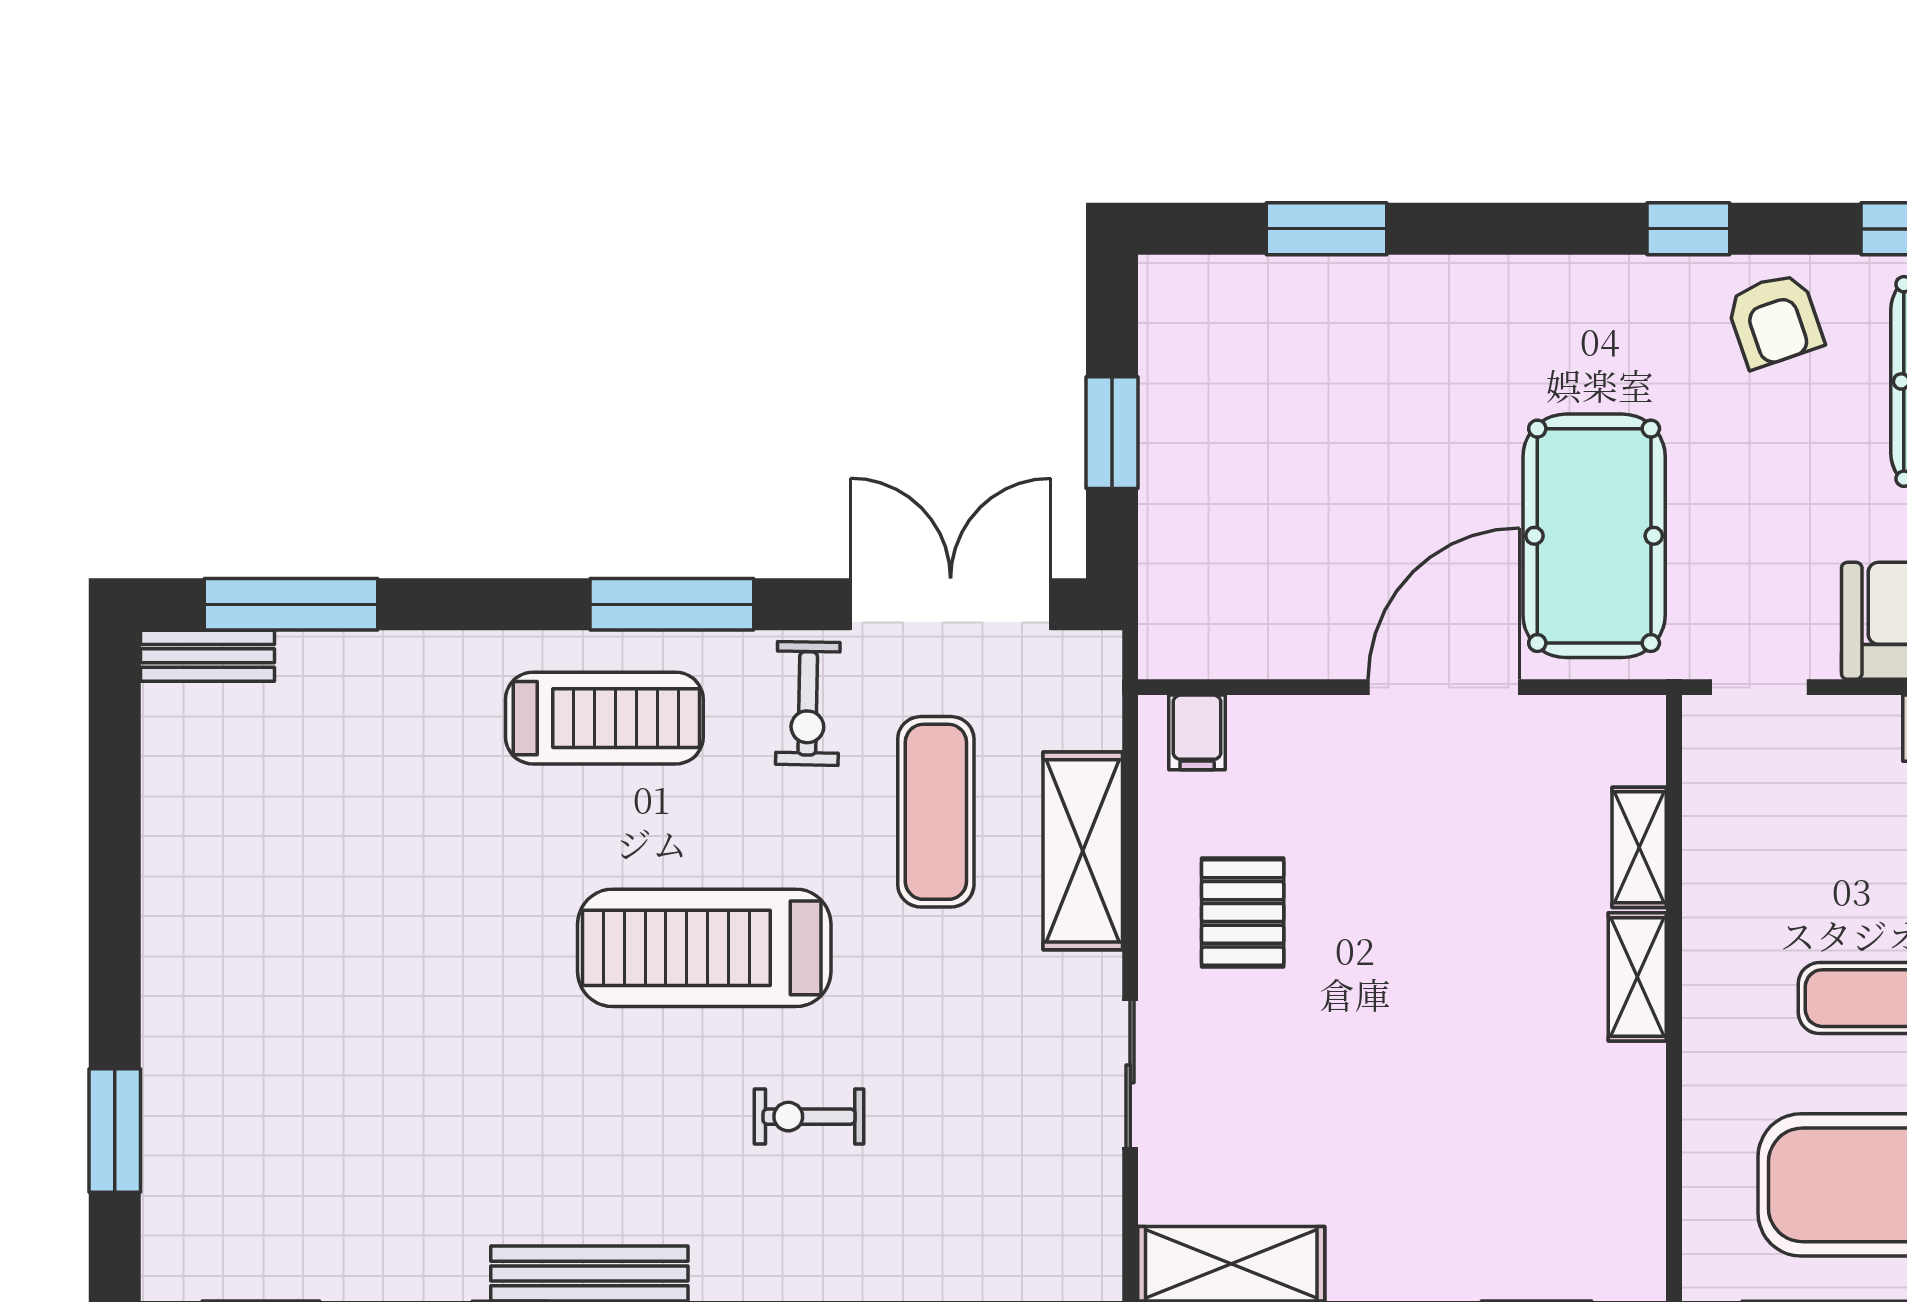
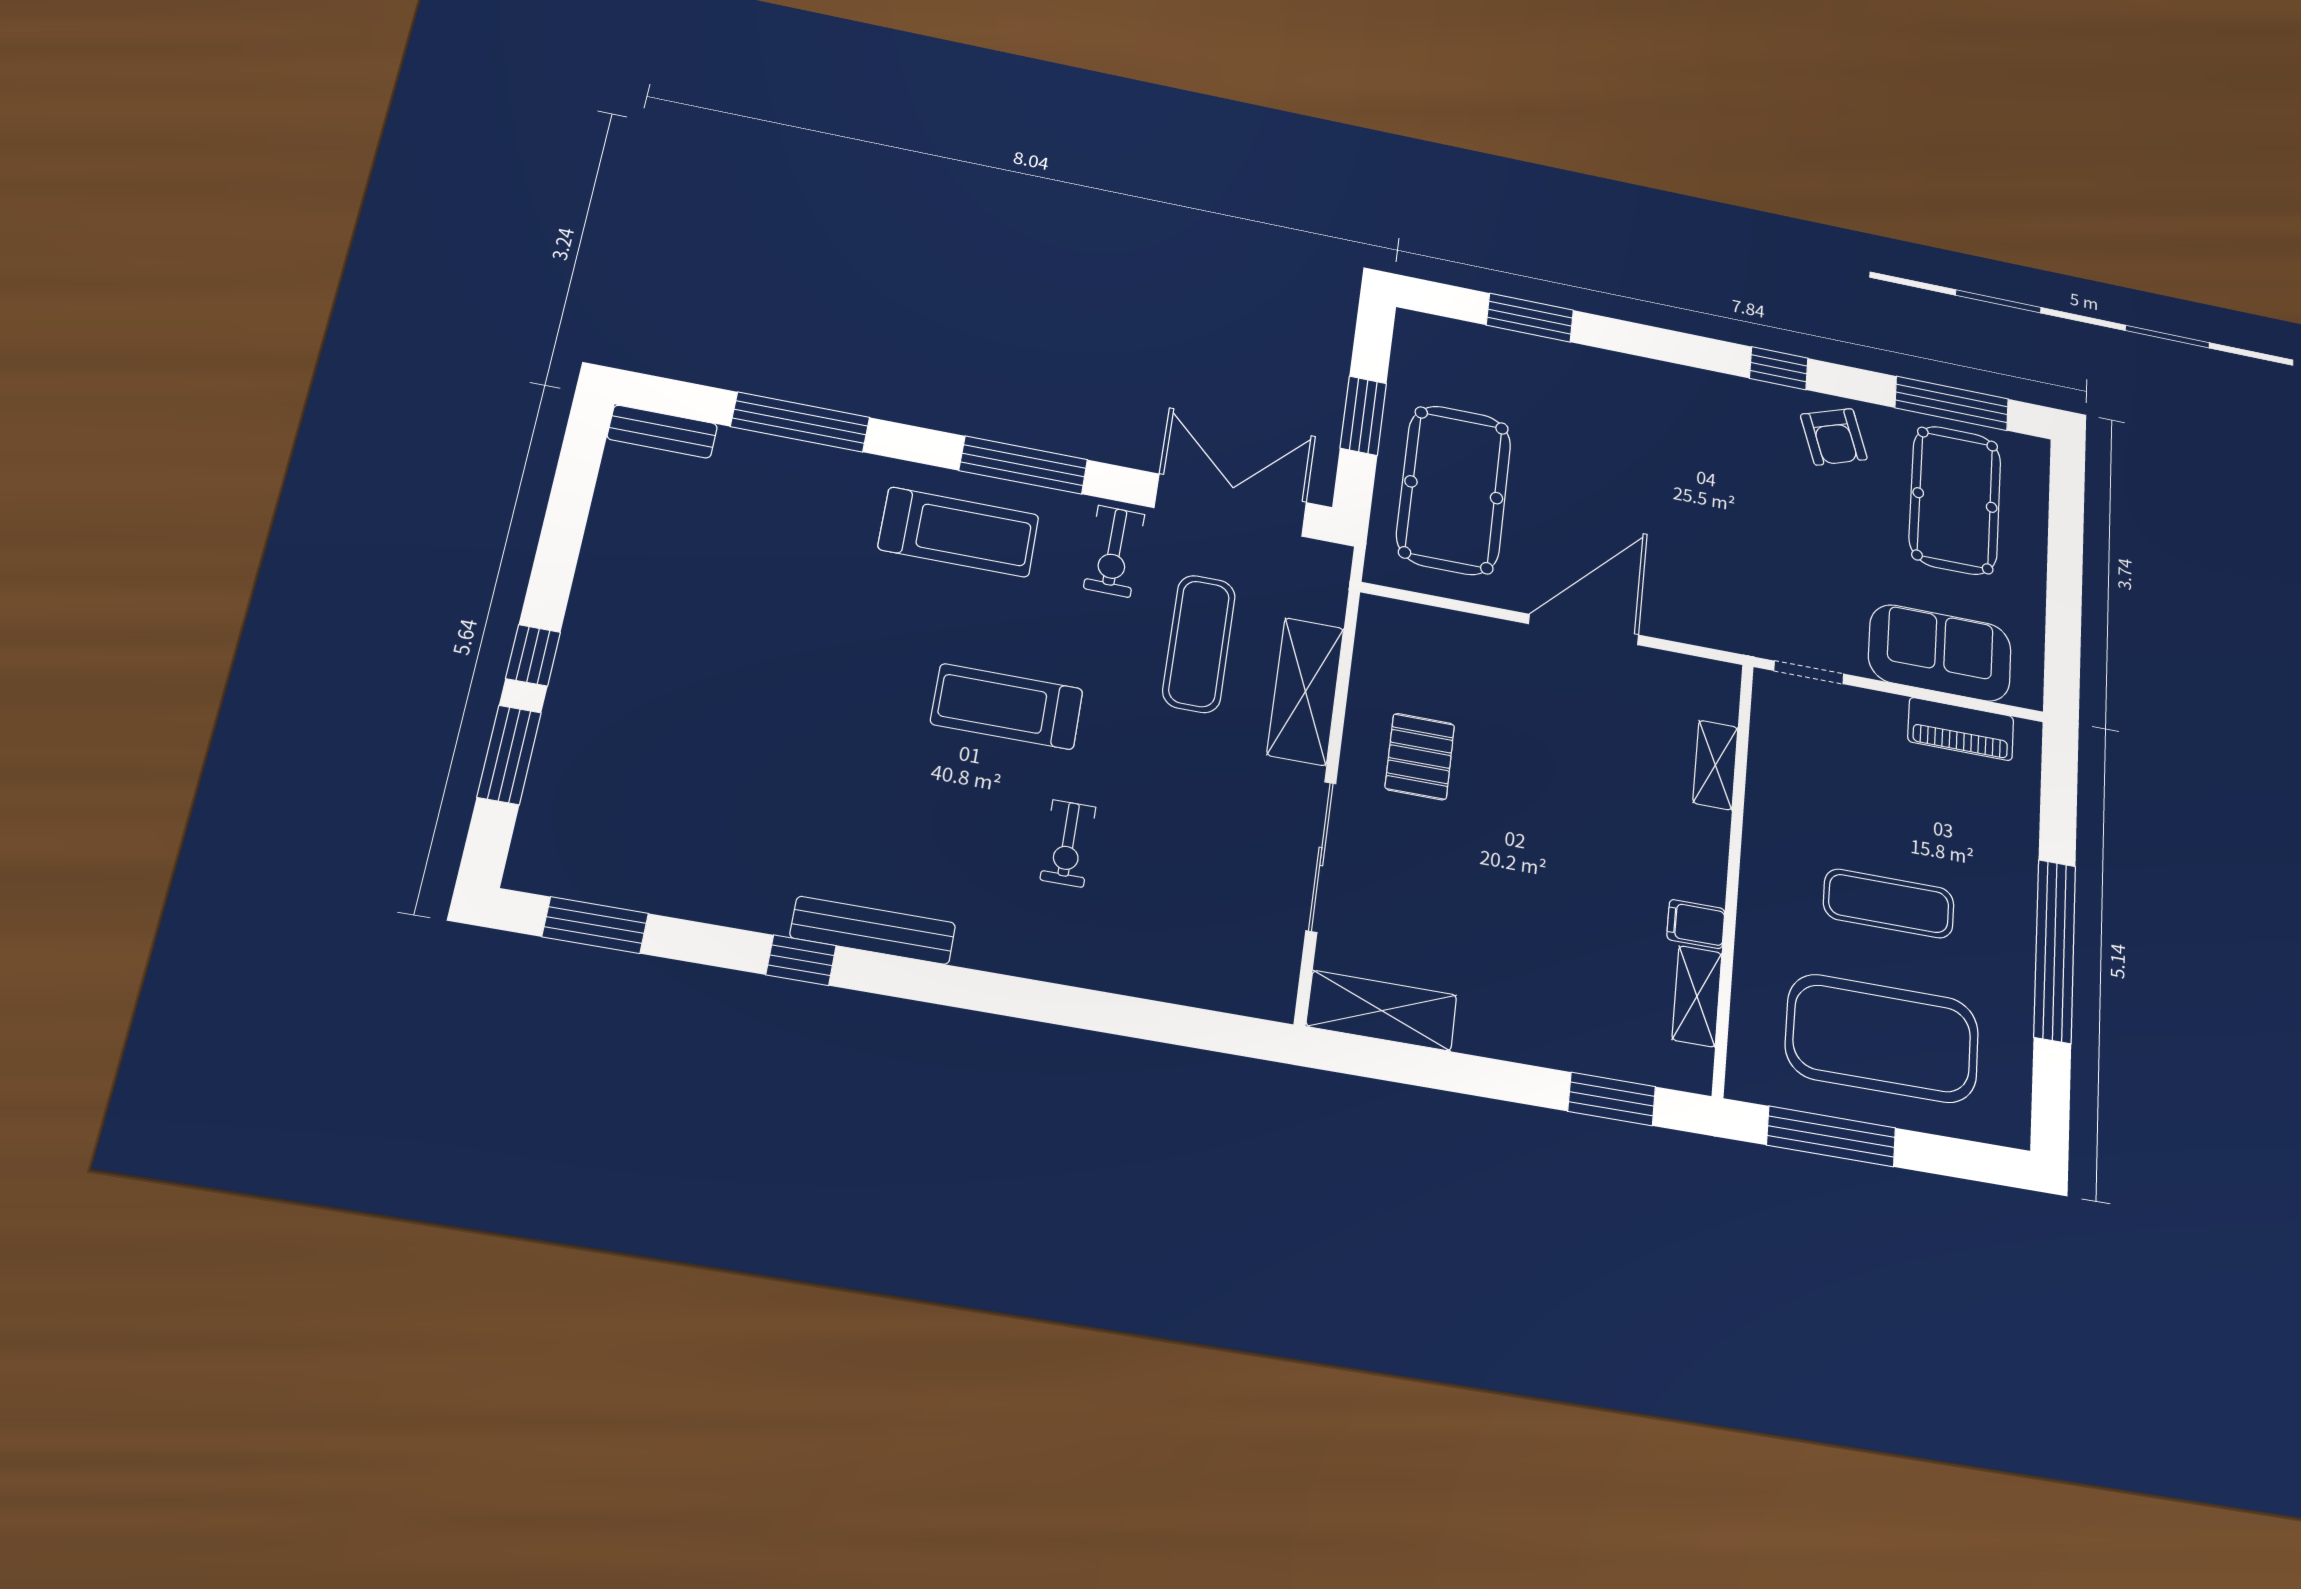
pool table: (1594, 536) -> (1454, 490), moved
window: (291, 604) -> (800, 422), moved
filing cabinet: (1197, 732) -> (1696, 924), moved, turned 90
treadmill: (704, 948) -> (1007, 707), width x0.73, depth x0.73
shelving: (1637, 977) -> (1697, 996), moved
window: (115, 995) -> (533, 655), added
sliding door: (1130, 1074) -> (1321, 856), width x1.37
exercise bike: (809, 1117) -> (1068, 843), turned -90

